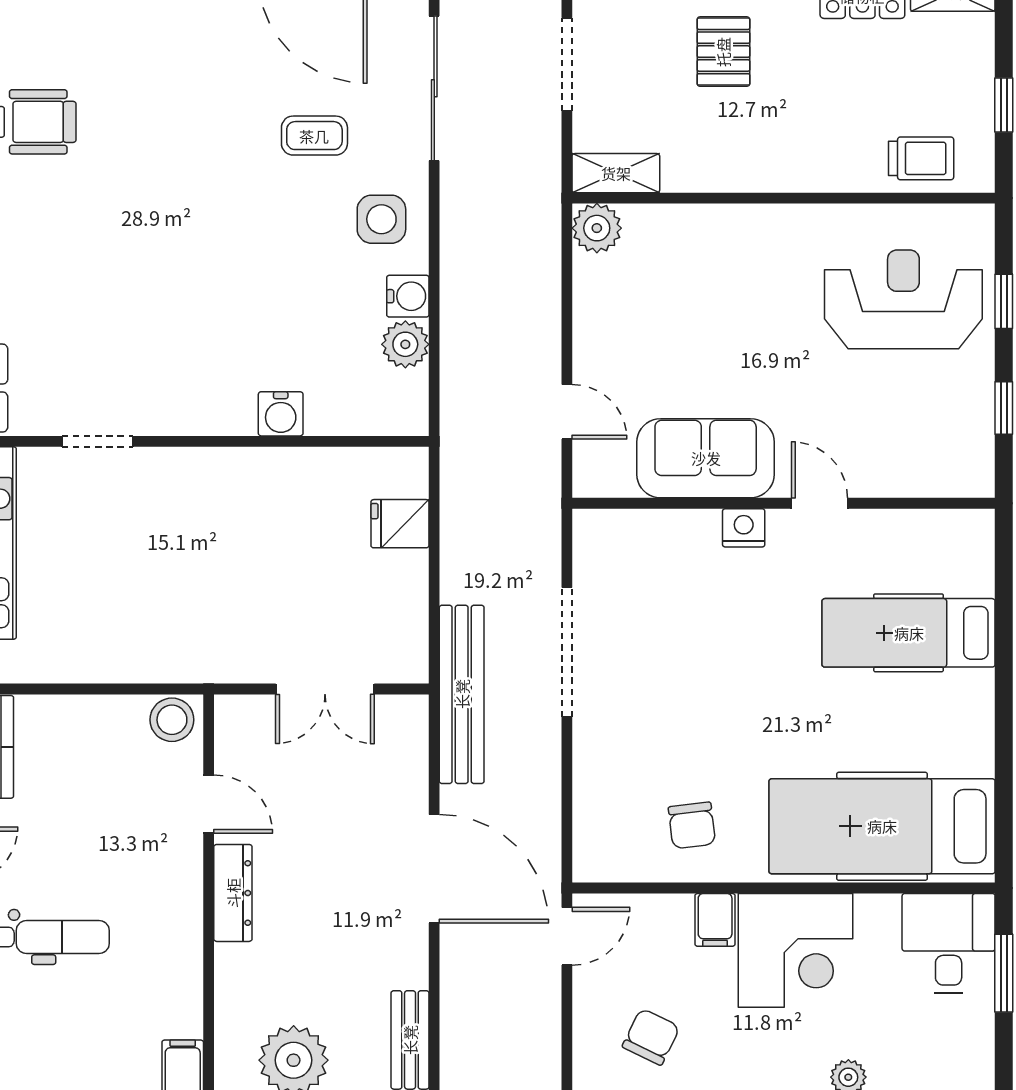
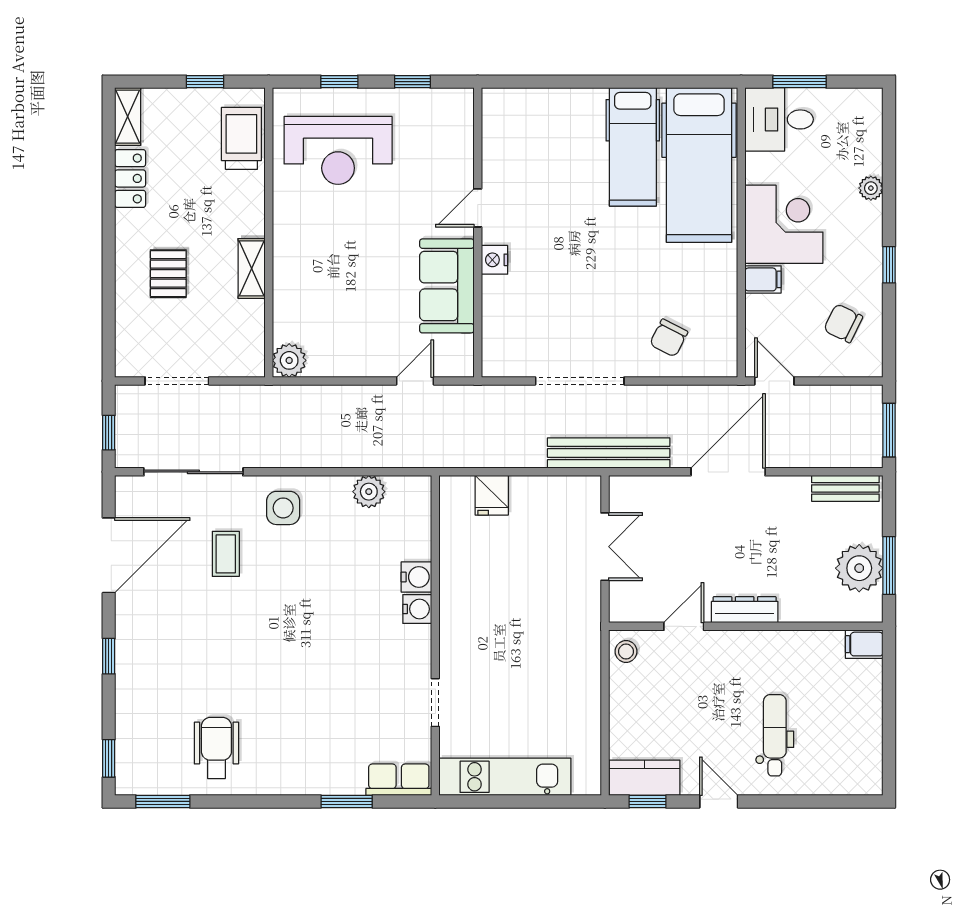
pallet: (723, 52) -> (168, 274), turned 90
trolley: (921, 158) -> (241, 138), width x1.36, depth x1.39
shelving: (616, 173) -> (252, 268), moved
water cooler: (408, 296) -> (417, 609), moved, turned 90
reception desk: (903, 299) -> (338, 150), turned -90
hospital bed: (909, 633) -> (633, 147), moved
stool: (172, 720) -> (626, 652), width x0.73, depth x0.73
chair: (692, 825) -> (669, 338), moved, turned 124

